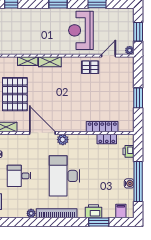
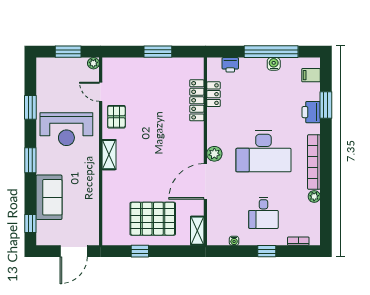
sofa: (31, 17) -> (49, 197), added
shelving: (28, 61) -> (108, 201), removed
shelving: (50, 62) -> (109, 155), moved

